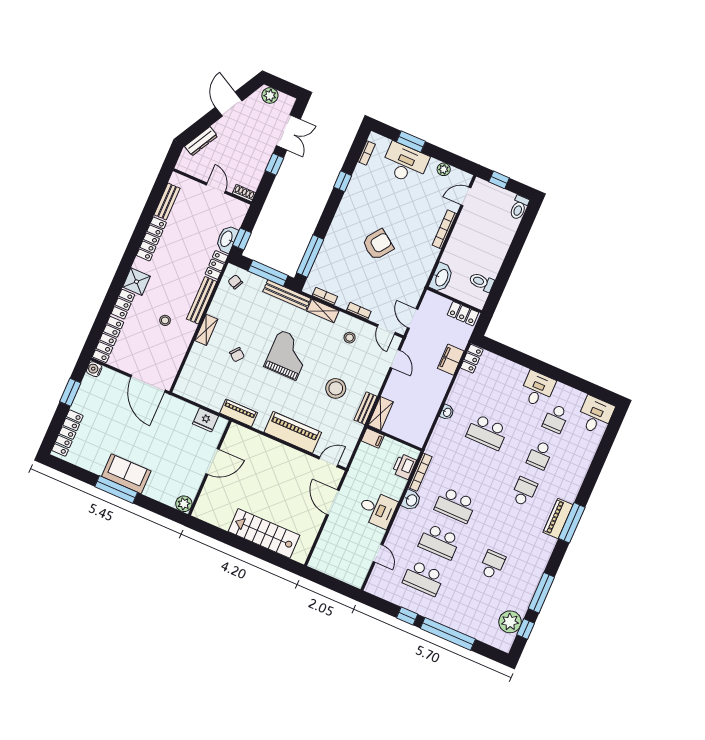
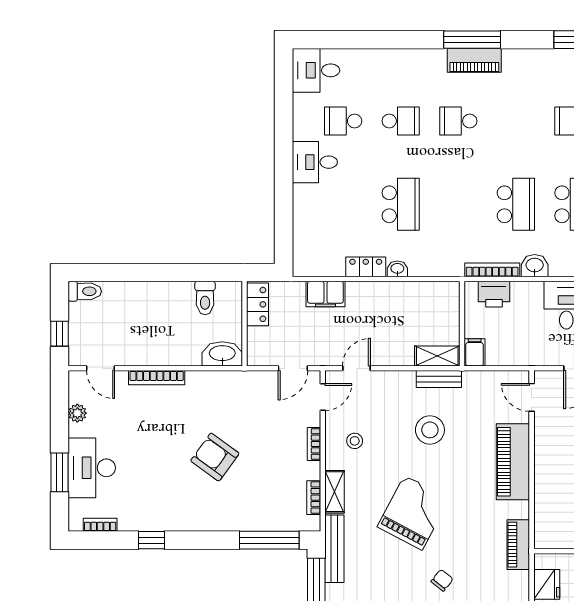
grand piano: (288, 355) -> (413, 513), turned 118
locker: (472, 359) -> (366, 267), moved
school desk: (556, 419) -> (343, 121), turned 180

